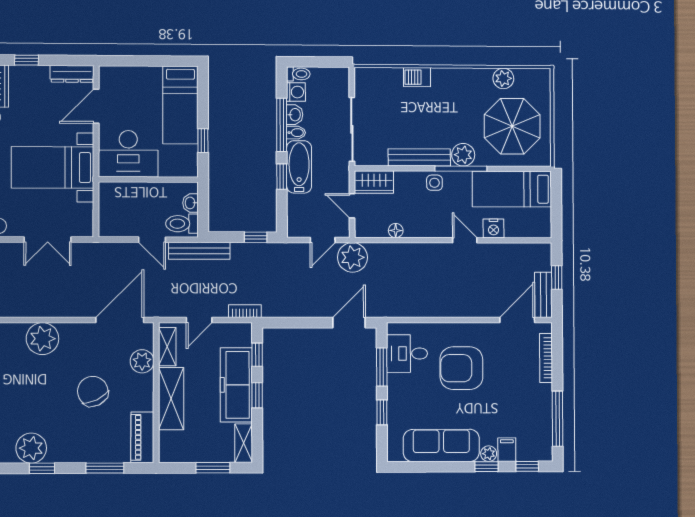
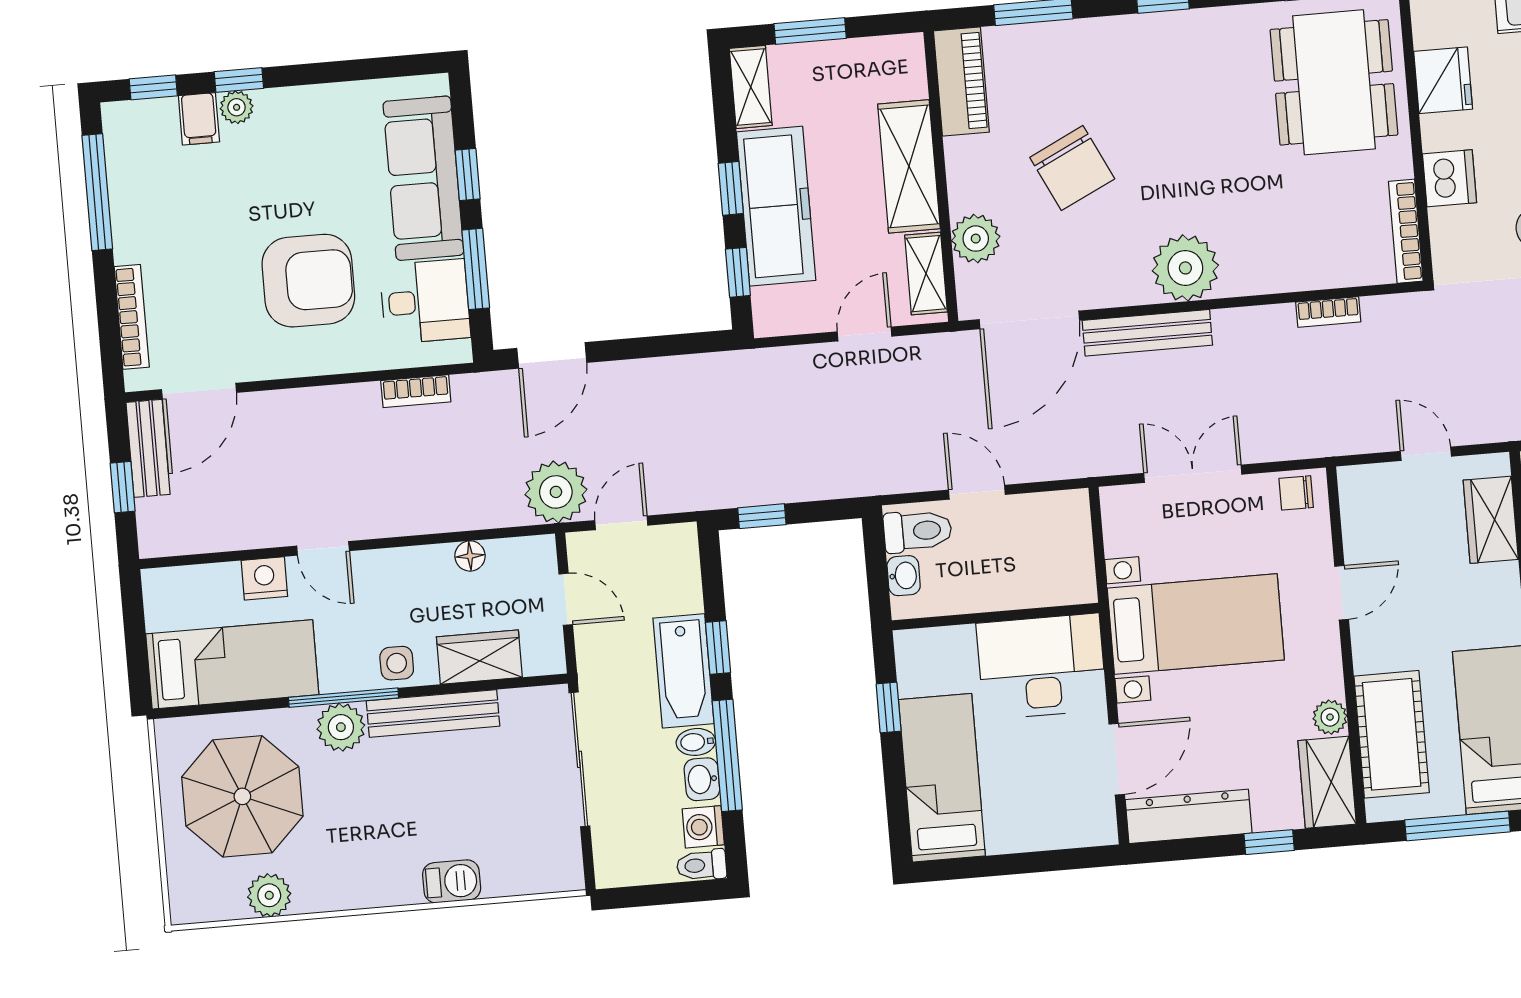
dresser: (72, 74) -> (1189, 816), width x1.37, depth x1.24
wardrobe: (374, 182) -> (479, 657), moved
bench: (199, 251) -> (1147, 333), moved
bookcase: (245, 311) -> (416, 391), moved
sofa: (441, 445) -> (423, 178), moved, turned 90
plant: (31, 448) -> (1189, 40), removed

